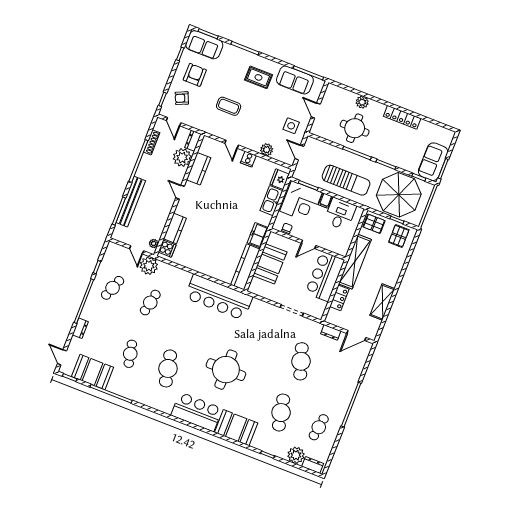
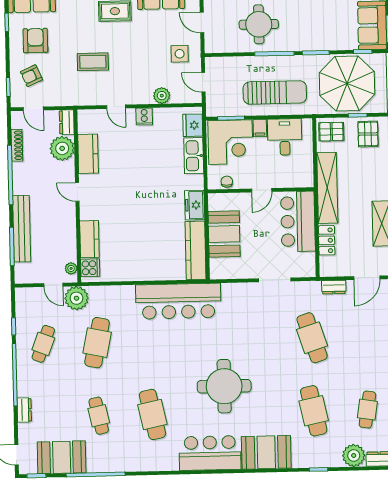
cafe table: (150, 303) -> (97, 343), width x1.37, depth x1.35

